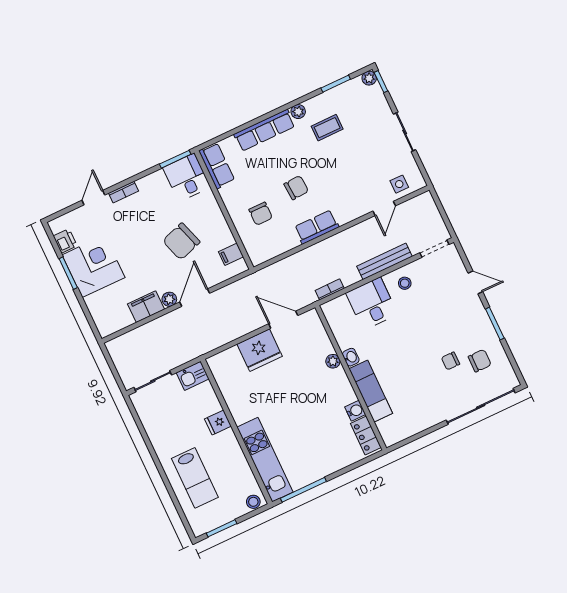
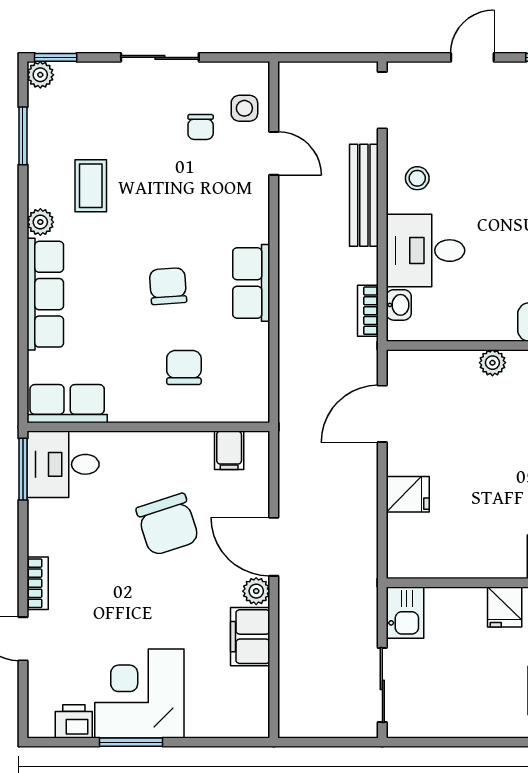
chair: (380, 167) -> (201, 127), added
chair: (261, 214) -> (184, 367), turned -90
fridge: (260, 350) -> (408, 494), width x0.53, depth x0.75
washbasin: (351, 357) -> (399, 305), moved, turned 90

